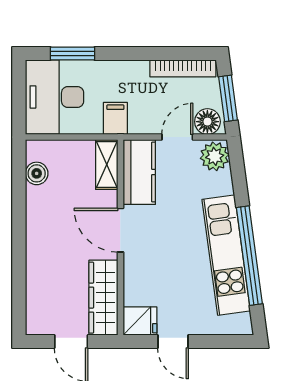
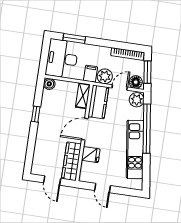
plant: (144, 119) -> (105, 76), added
boiler: (37, 173) -> (49, 84), moved
window: (19, 215) -> (36, 114), added
door: (120, 230) -> (85, 129), hinge flipped
window: (249, 256) -> (147, 129), moved
fridge: (140, 321) -> (91, 155), moved

